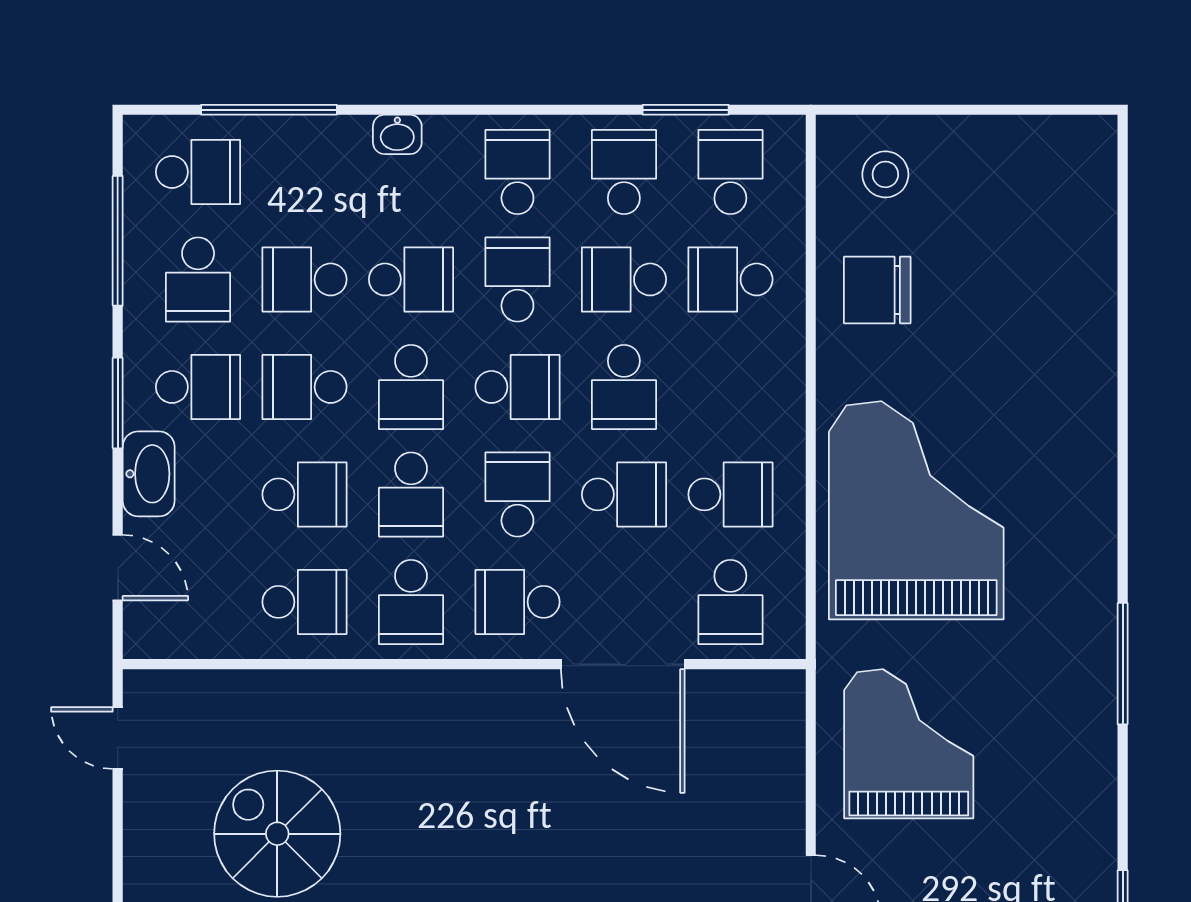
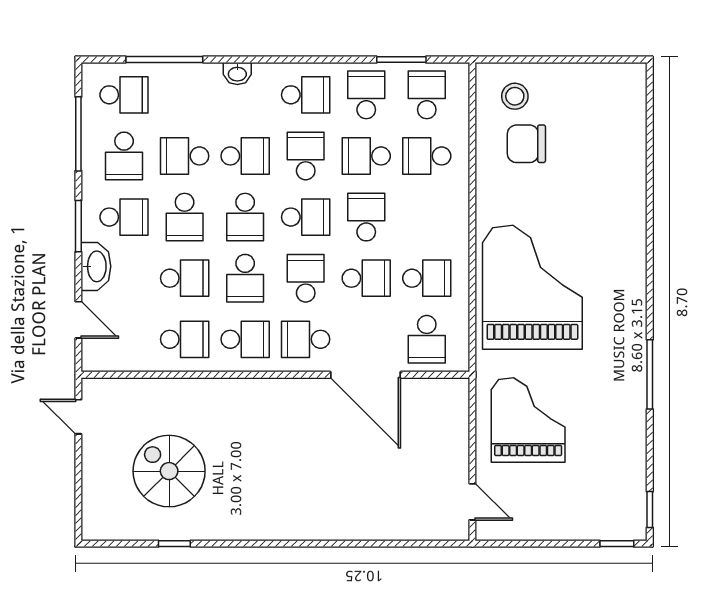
school desk: (517, 172) -> (306, 95), turned 90
chair: (877, 290) -> (526, 144), moved
school desk: (305, 387) -> (185, 217), turned -90
school desk: (624, 387) -> (366, 217), turned 180
school desk: (411, 602) -> (245, 339), turned -90

